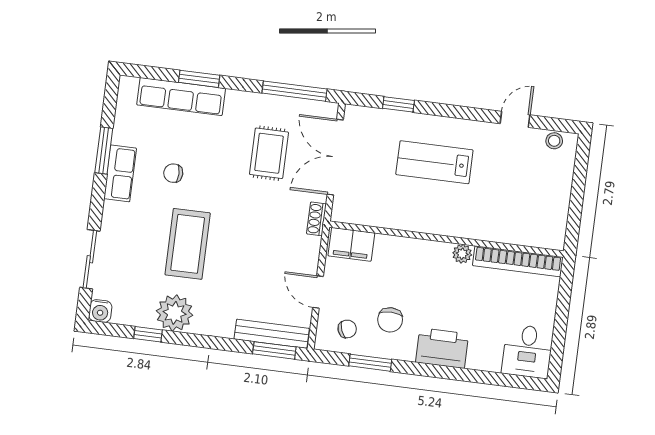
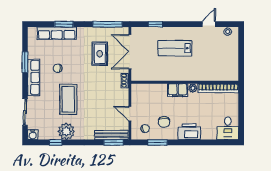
row of seats: (120, 173) -> (34, 77), width x1.48
filing cabinet: (351, 244) -> (178, 90), moved

